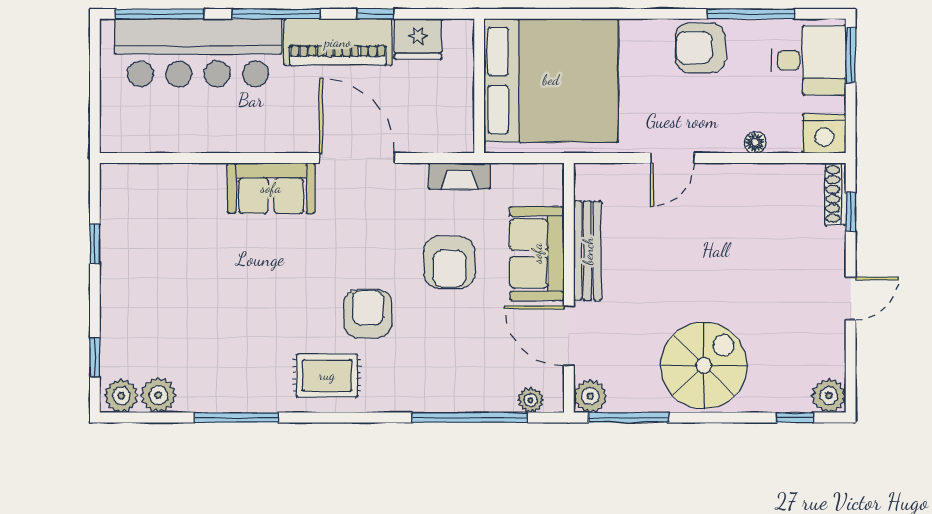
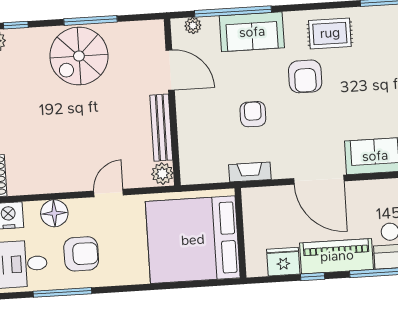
armchair: (700, 48) -> (81, 254), moved
floor lamp: (755, 142) -> (54, 213), width x1.89, depth x1.89
sofa: (537, 253) -> (252, 32), moved, turned 90
armchair: (449, 262) -> (253, 114), width x0.72, depth x0.72
plant: (590, 396) -> (162, 174), moved
window: (628, 417) -> (90, 20), moved

